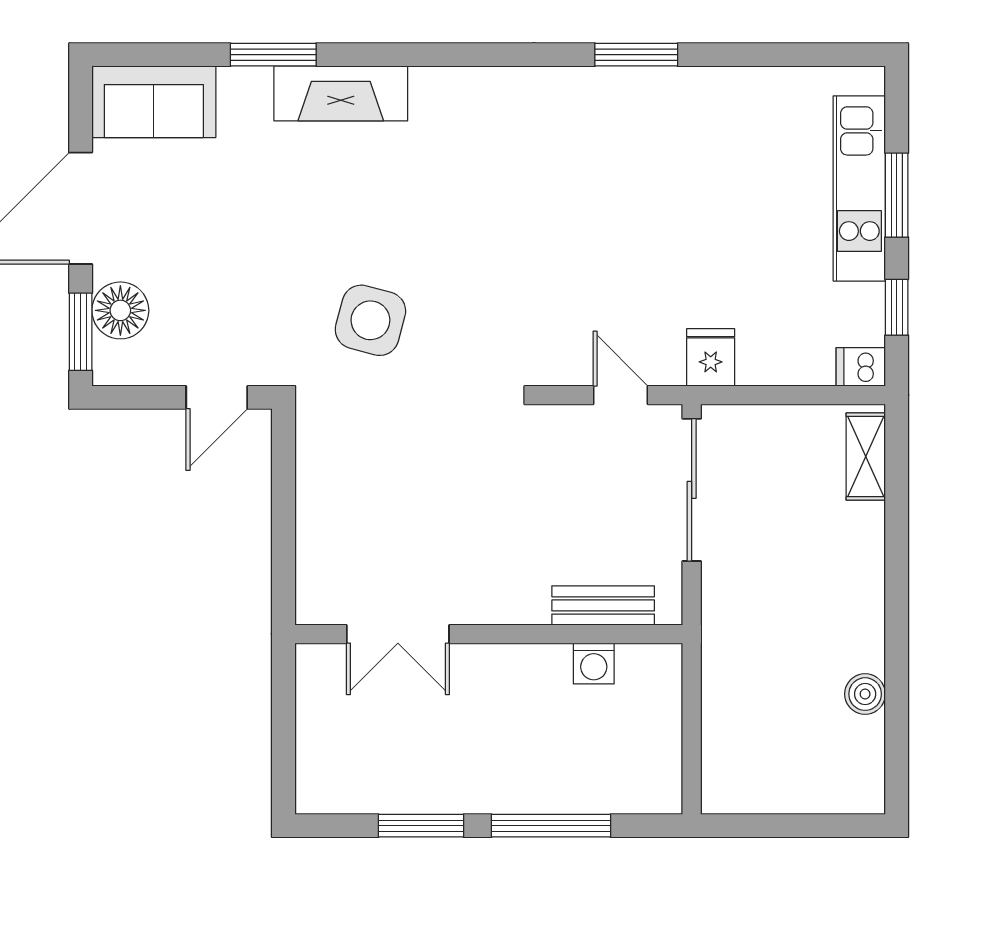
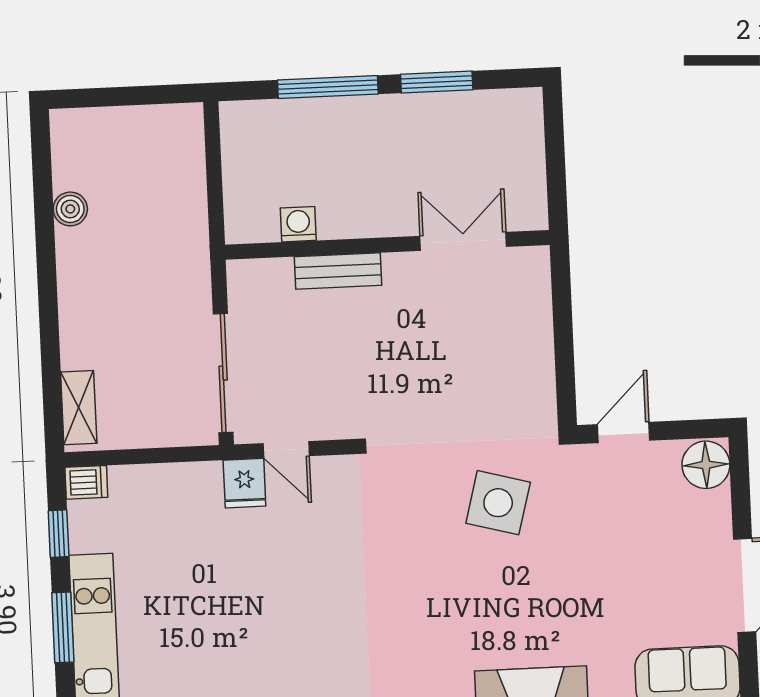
floor lamp: (120, 310) -> (706, 465), moved
window: (81, 332) -> (740, 482), removed
fridge: (711, 357) -> (244, 483), moved
bench: (603, 605) -> (338, 271), moved

